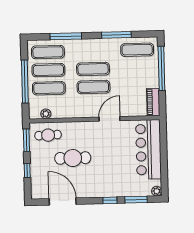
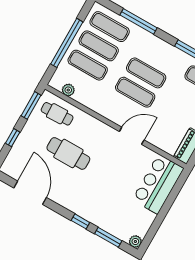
bar counter: (148, 149) -> (158, 184), width x0.73

